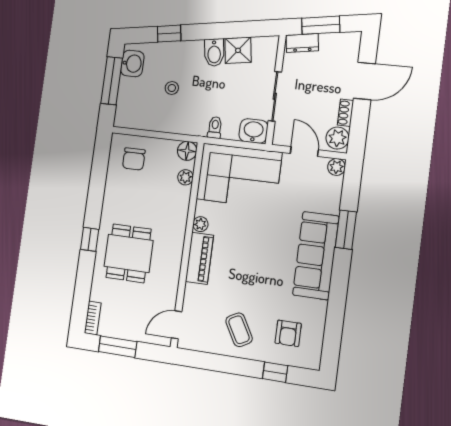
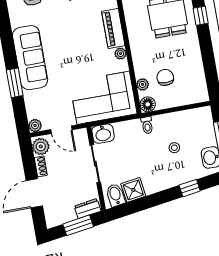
bidet: (214, 53) -> (115, 195), moved
toilet: (215, 127) -> (147, 125), moved
chair: (134, 159) -> (165, 77), moved

